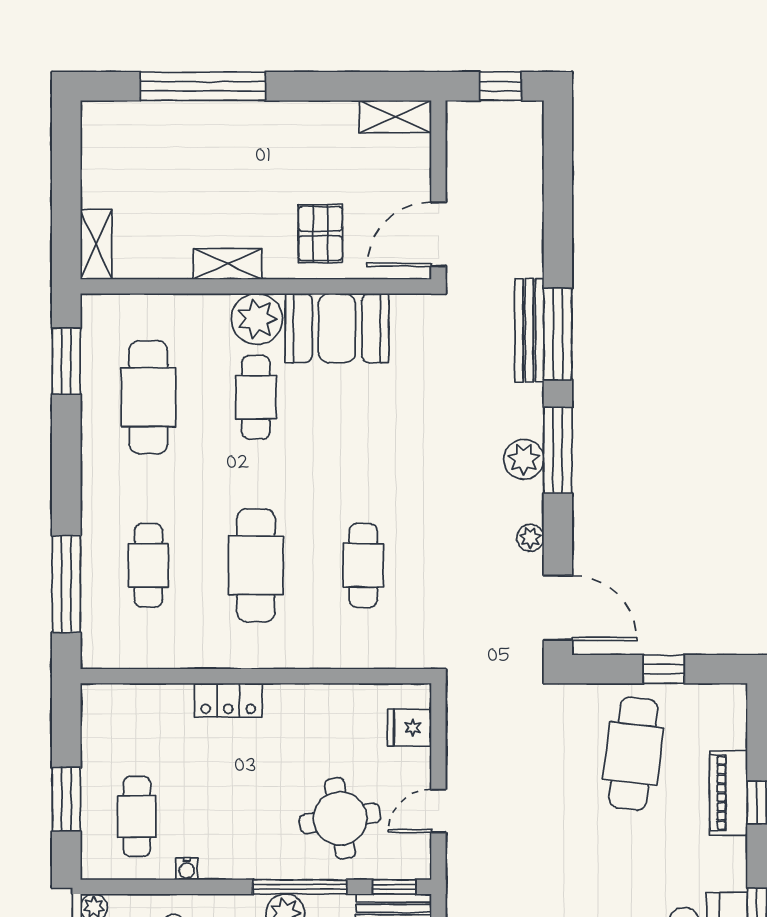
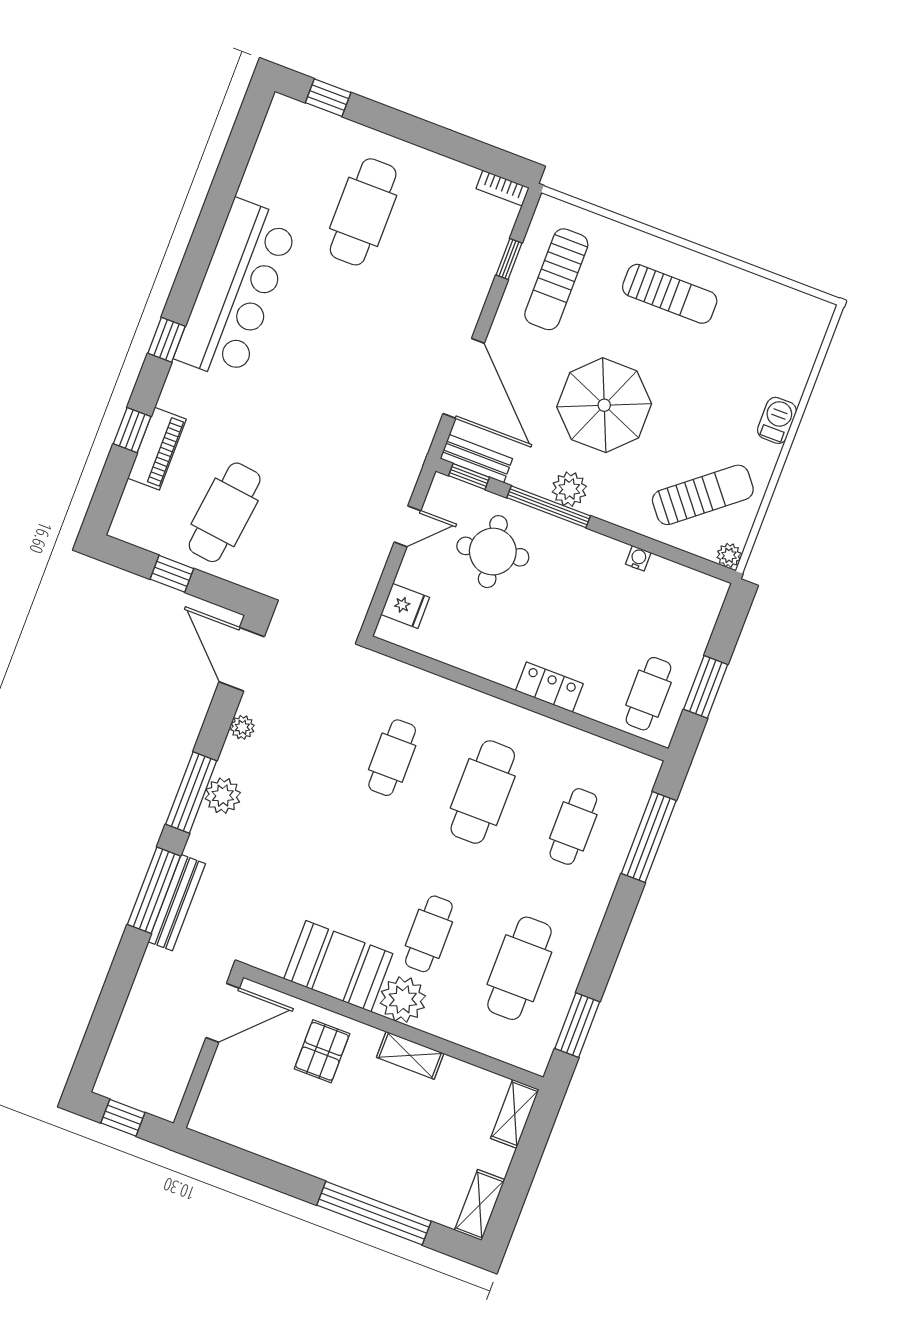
shelving: (395, 117) -> (480, 1205), moved, turned 90
window: (66, 799) -> (706, 687), moved
cafe table: (137, 816) -> (648, 694), moved

